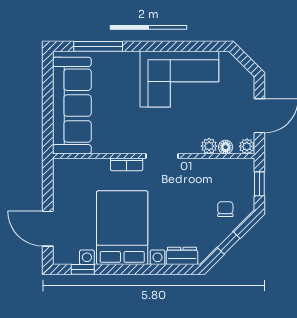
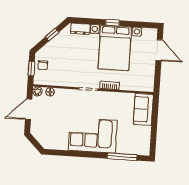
corner sofa: (179, 79) -> (93, 135), moved
sofa: (72, 106) -> (143, 109), width x0.54, depth x0.79
plant: (209, 146) -> (60, 93), removed
chair: (225, 209) -> (43, 65), moved
window: (83, 269) -> (112, 23), moved

